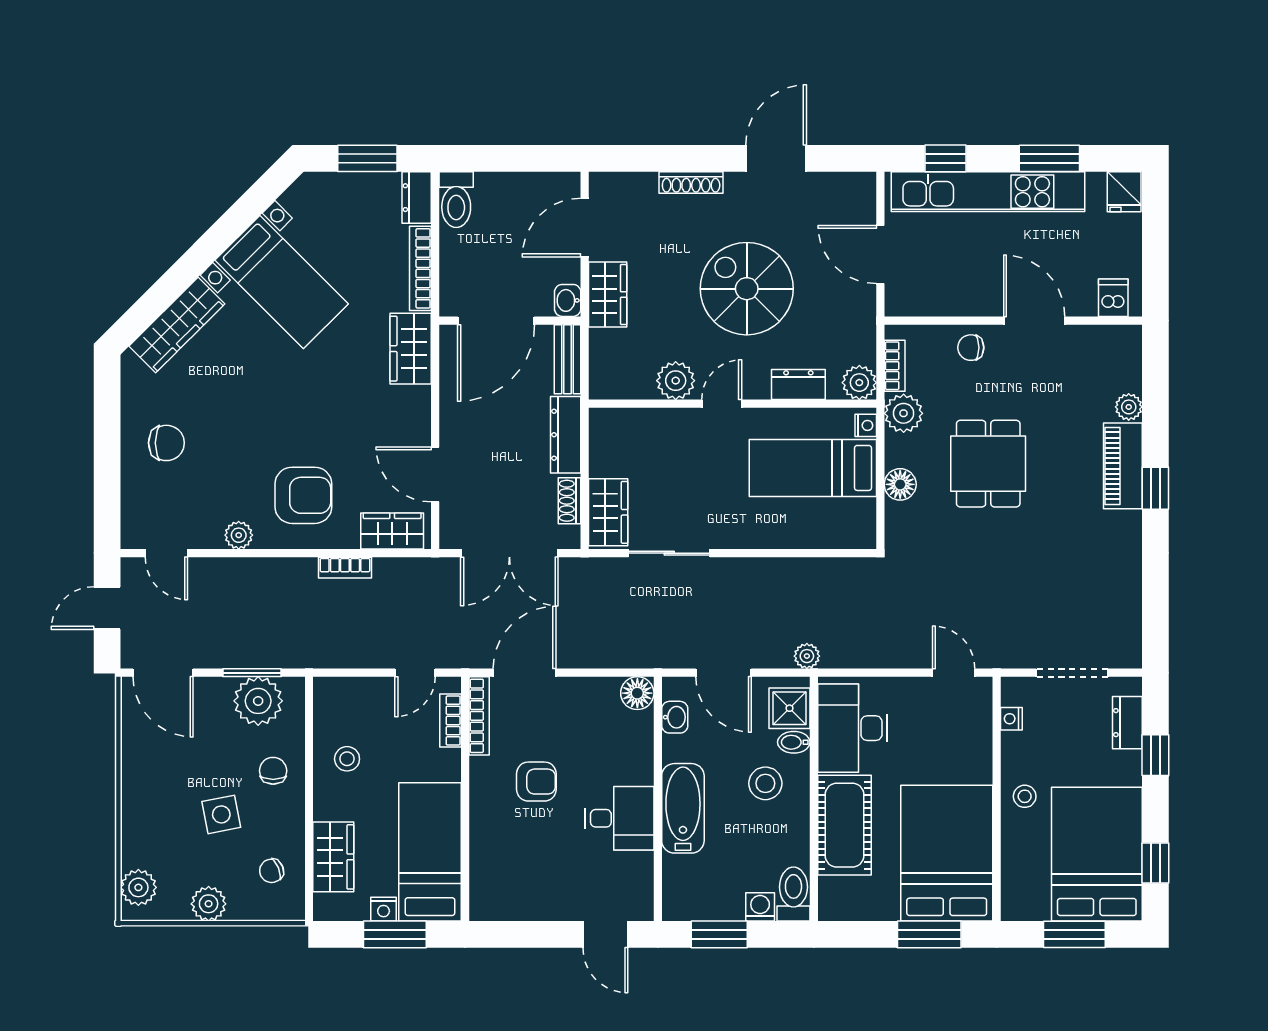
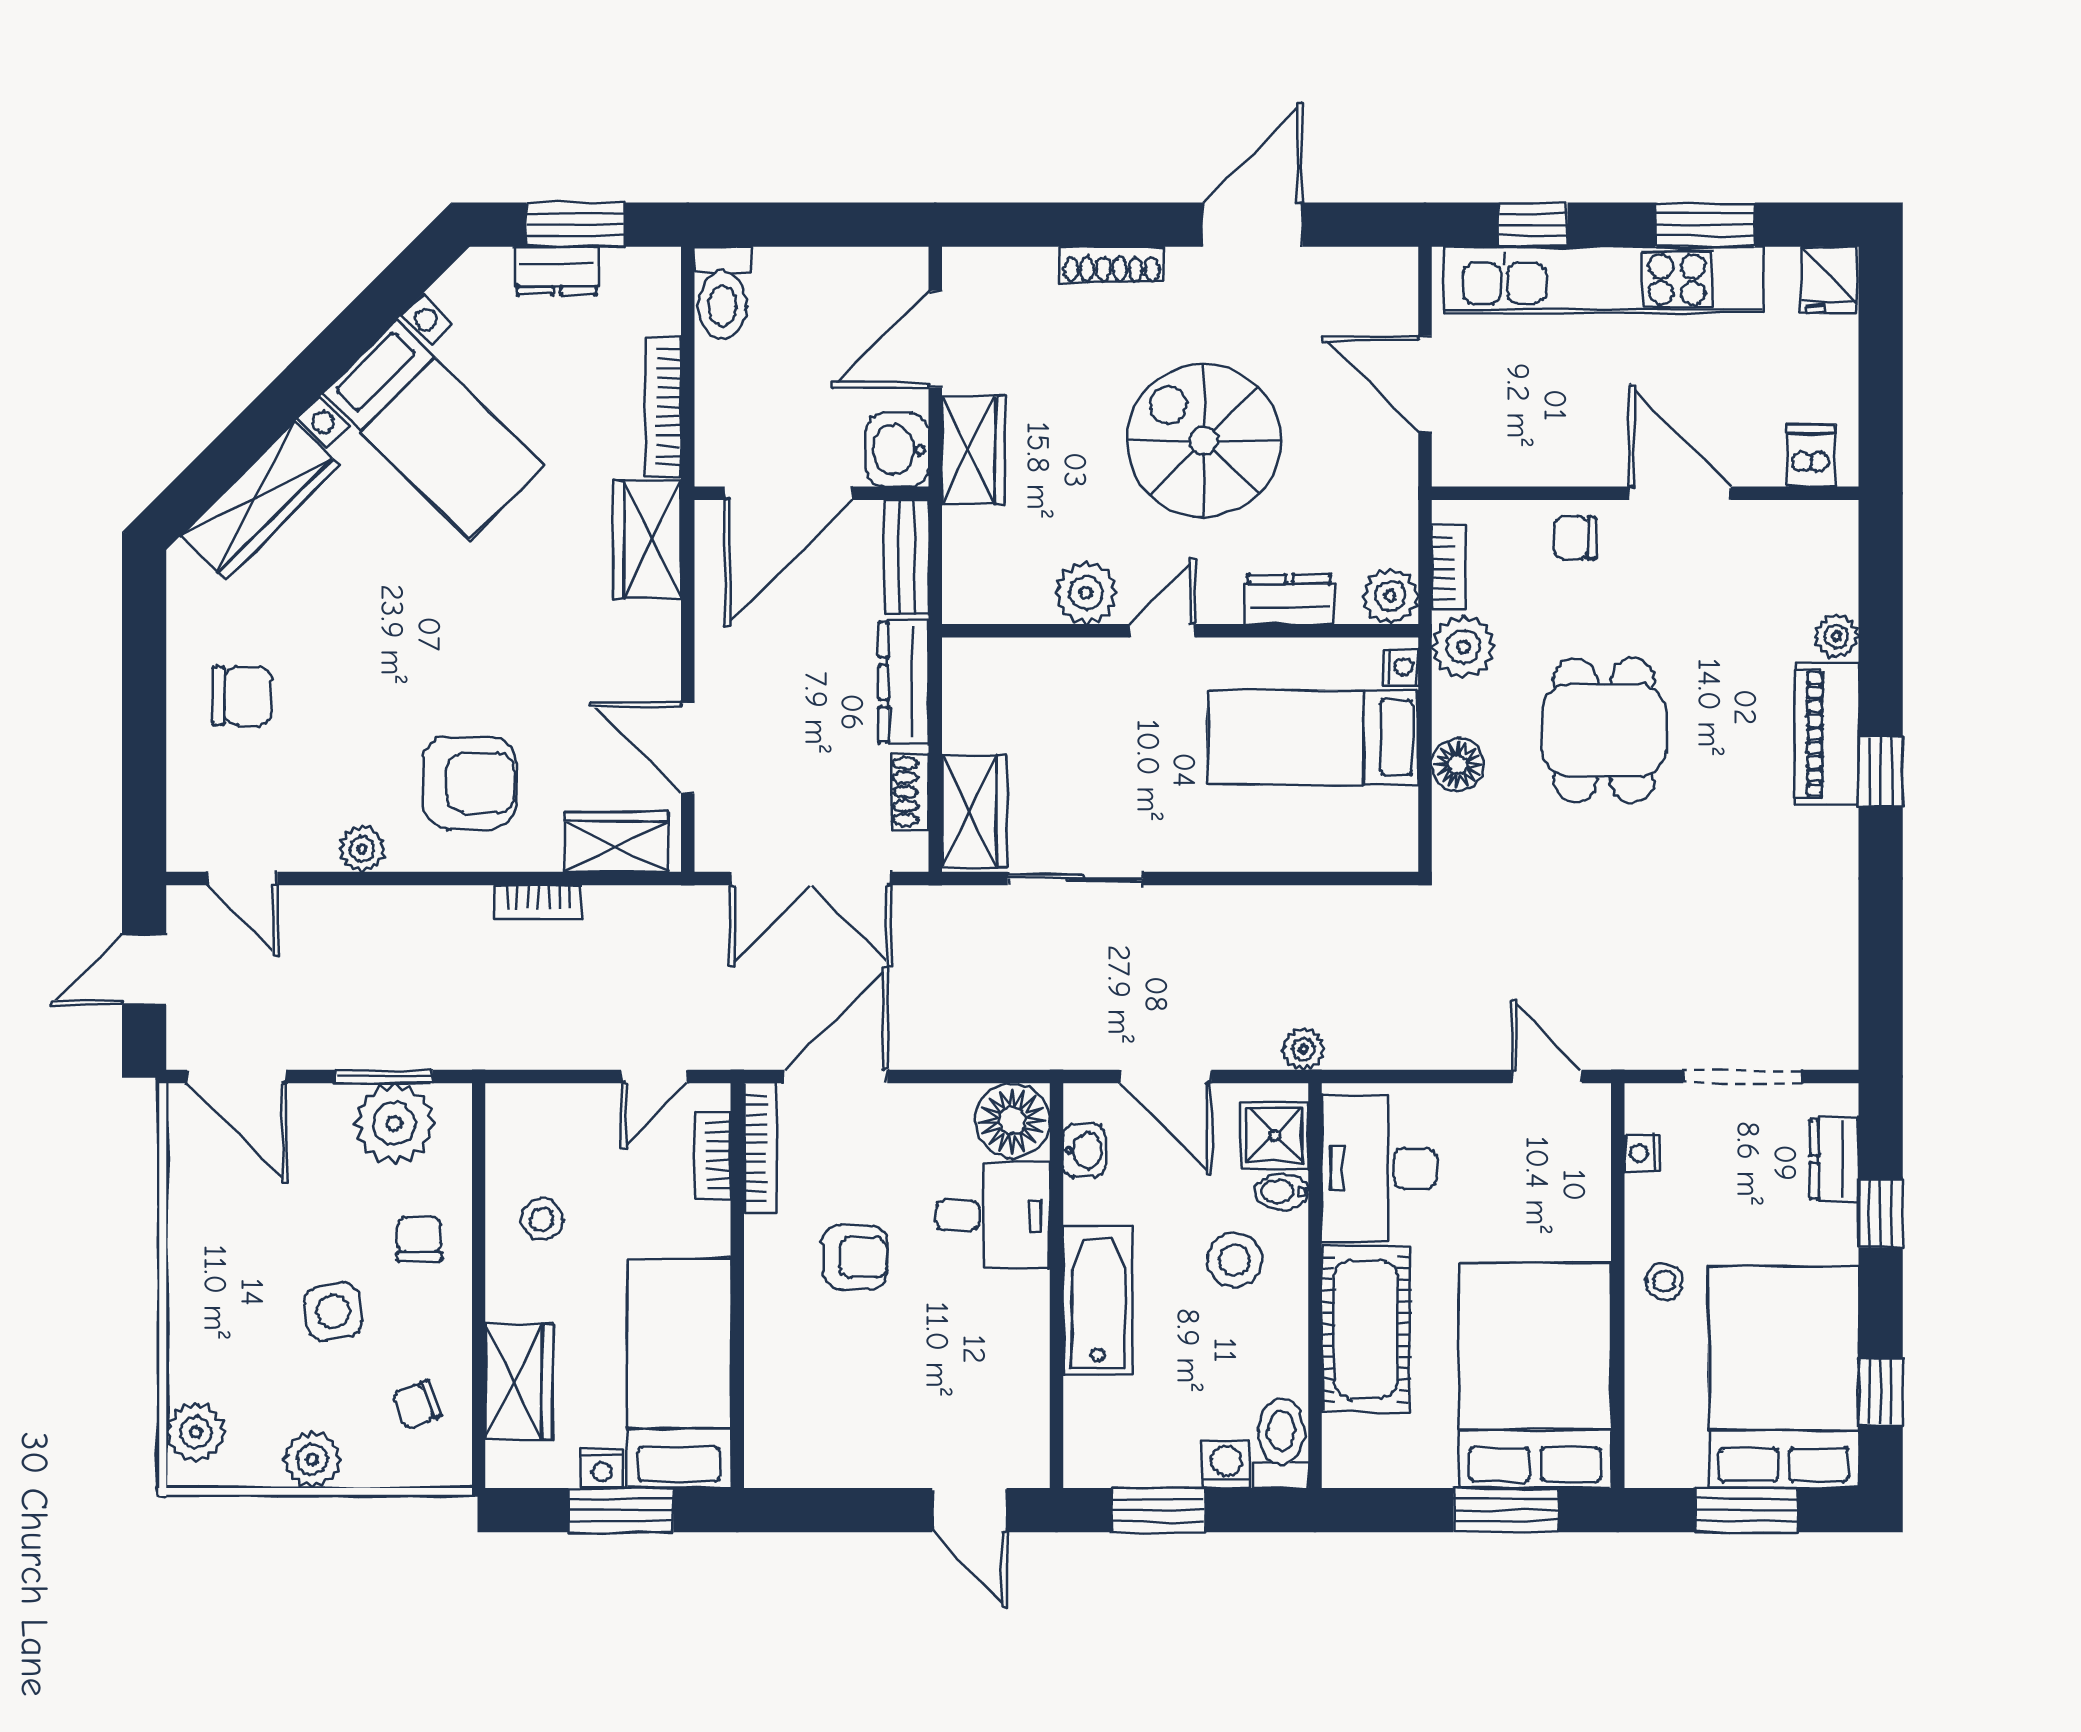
dresser: (417, 198) -> (557, 271), moved, turned -90
washbasin: (568, 300) -> (897, 450), width x1.38, depth x1.45
floor lamp: (637, 693) -> (1012, 1121), width x1.38, depth x1.38
desk: (619, 818) -> (993, 1216), moved

